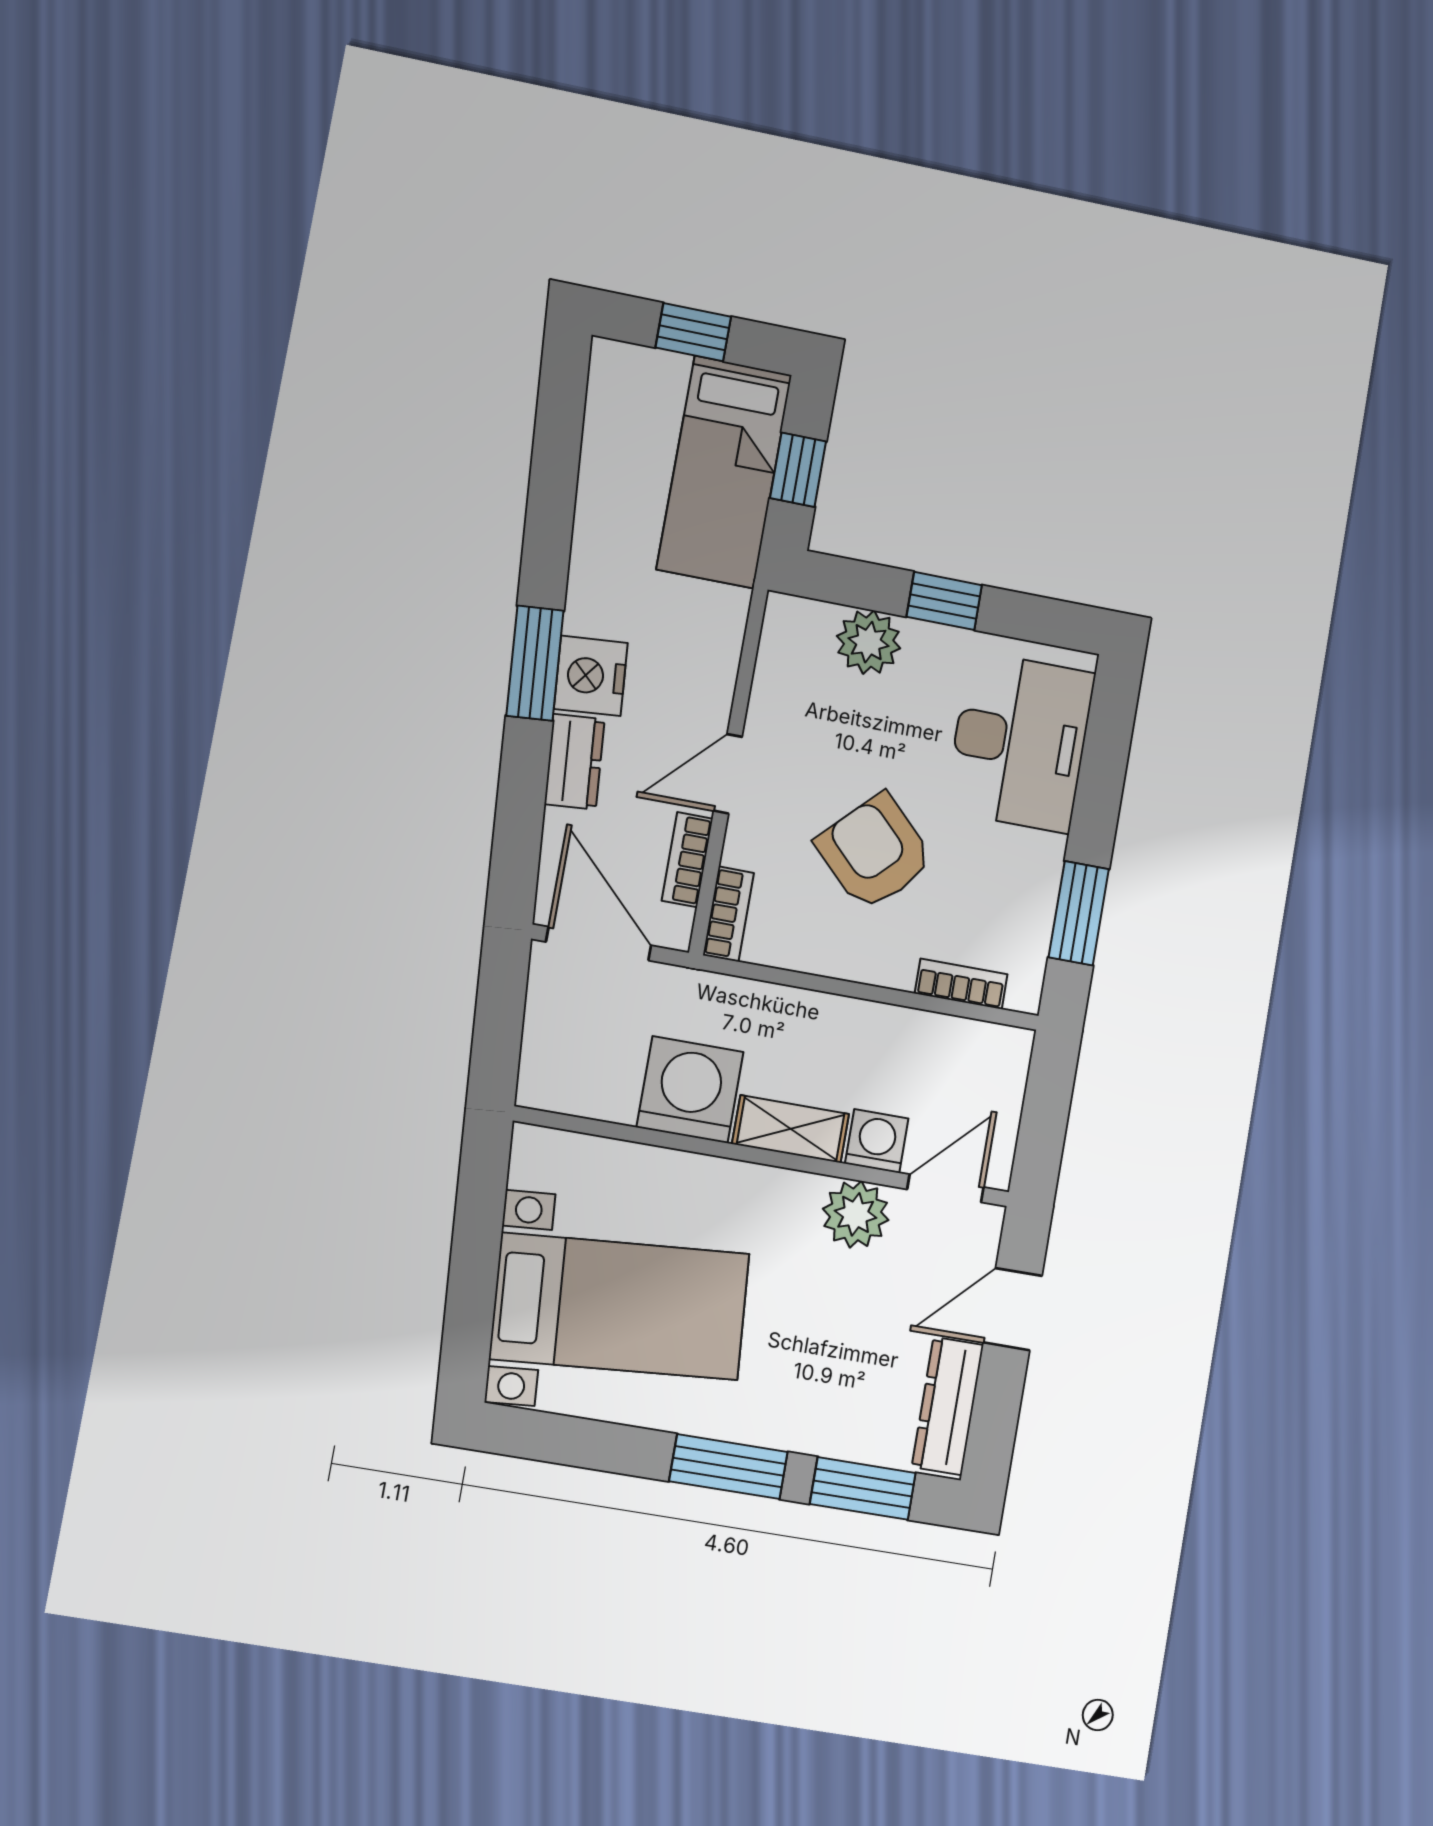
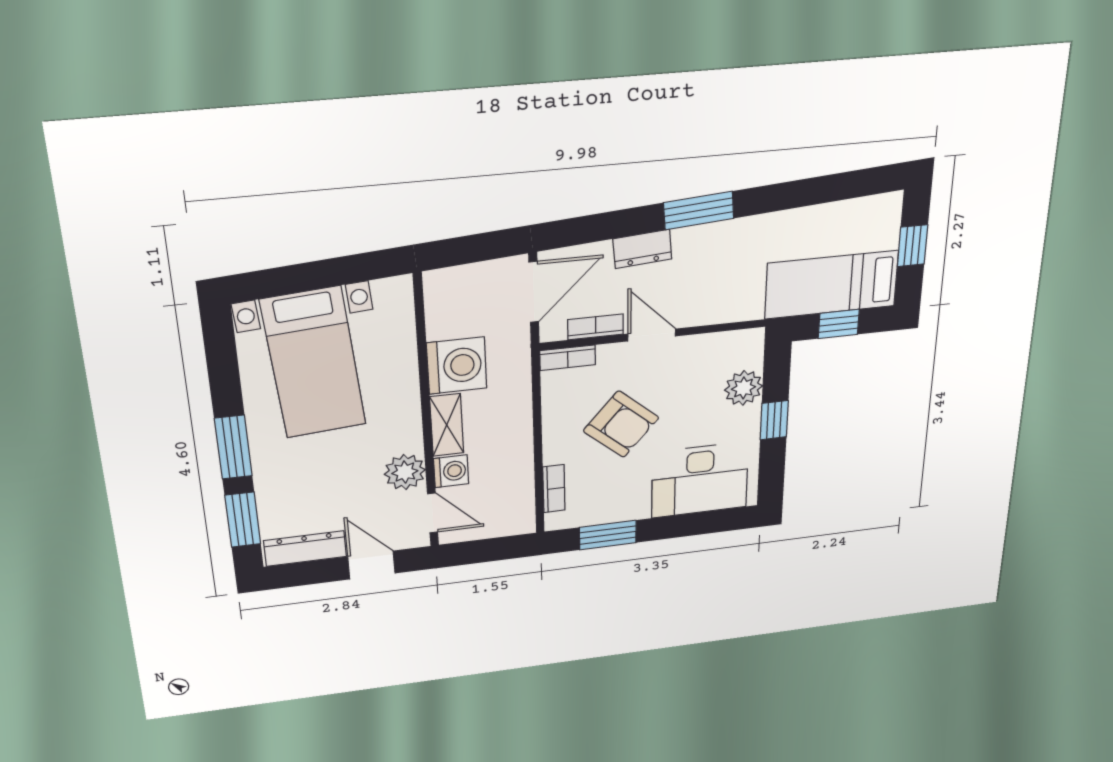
nightstand: (591, 676) -> (697, 244), removed
armchair: (875, 852) -> (621, 424), turned 86

